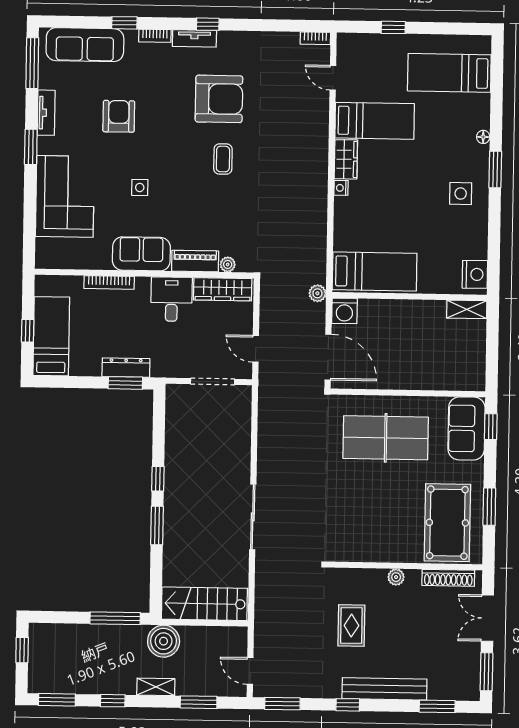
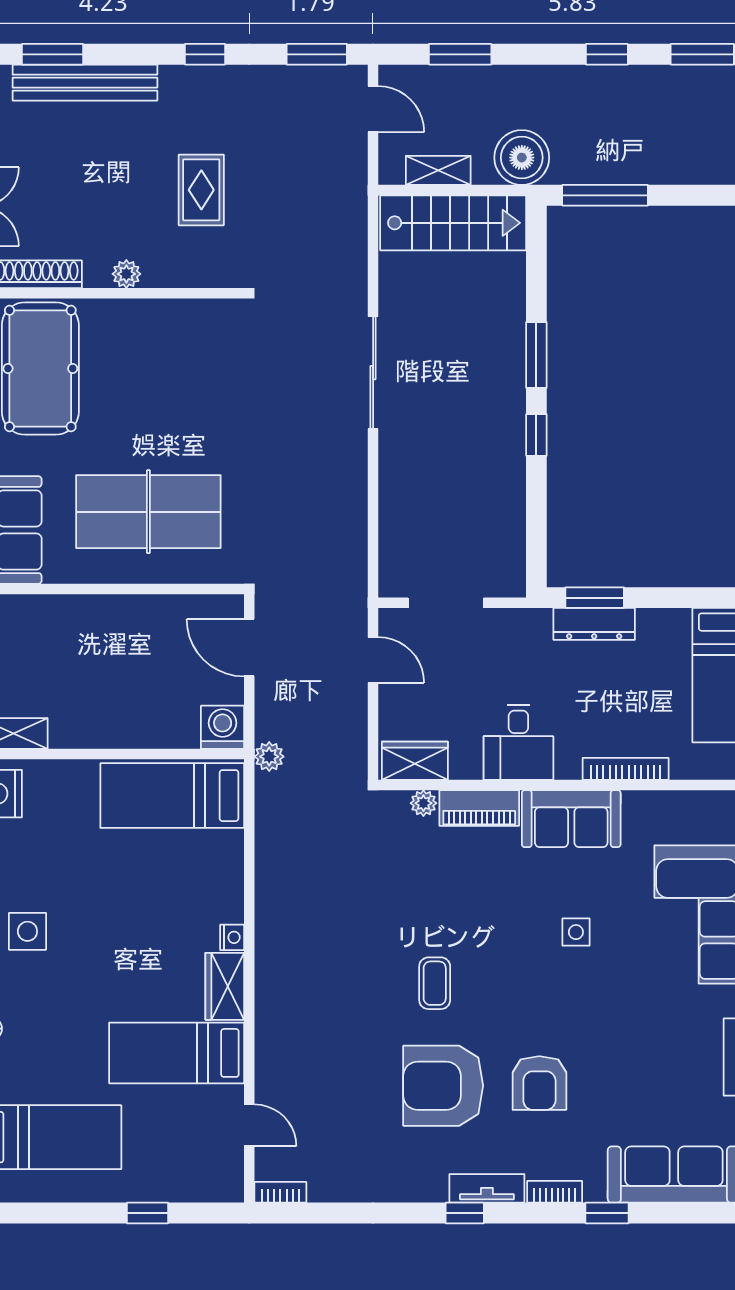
armchair: (119, 116) -> (539, 1083), moved
wardrobe: (223, 289) -> (415, 761), width x0.67
door: (328, 357) -> (249, 648), width x0.73
shelving: (156, 687) -> (438, 170), moved
bench: (384, 689) -> (85, 83), moved

